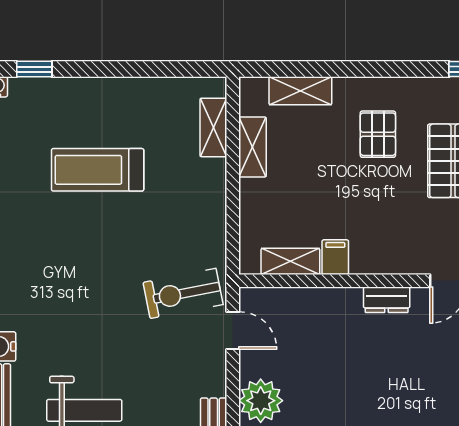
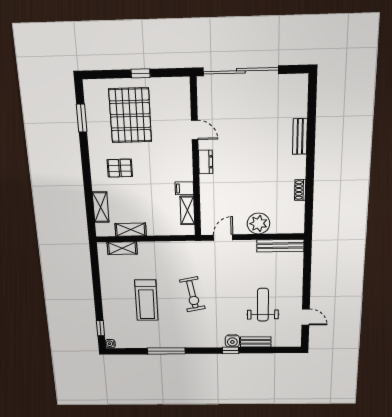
exercise bike: (183, 293) -> (192, 294), moved

